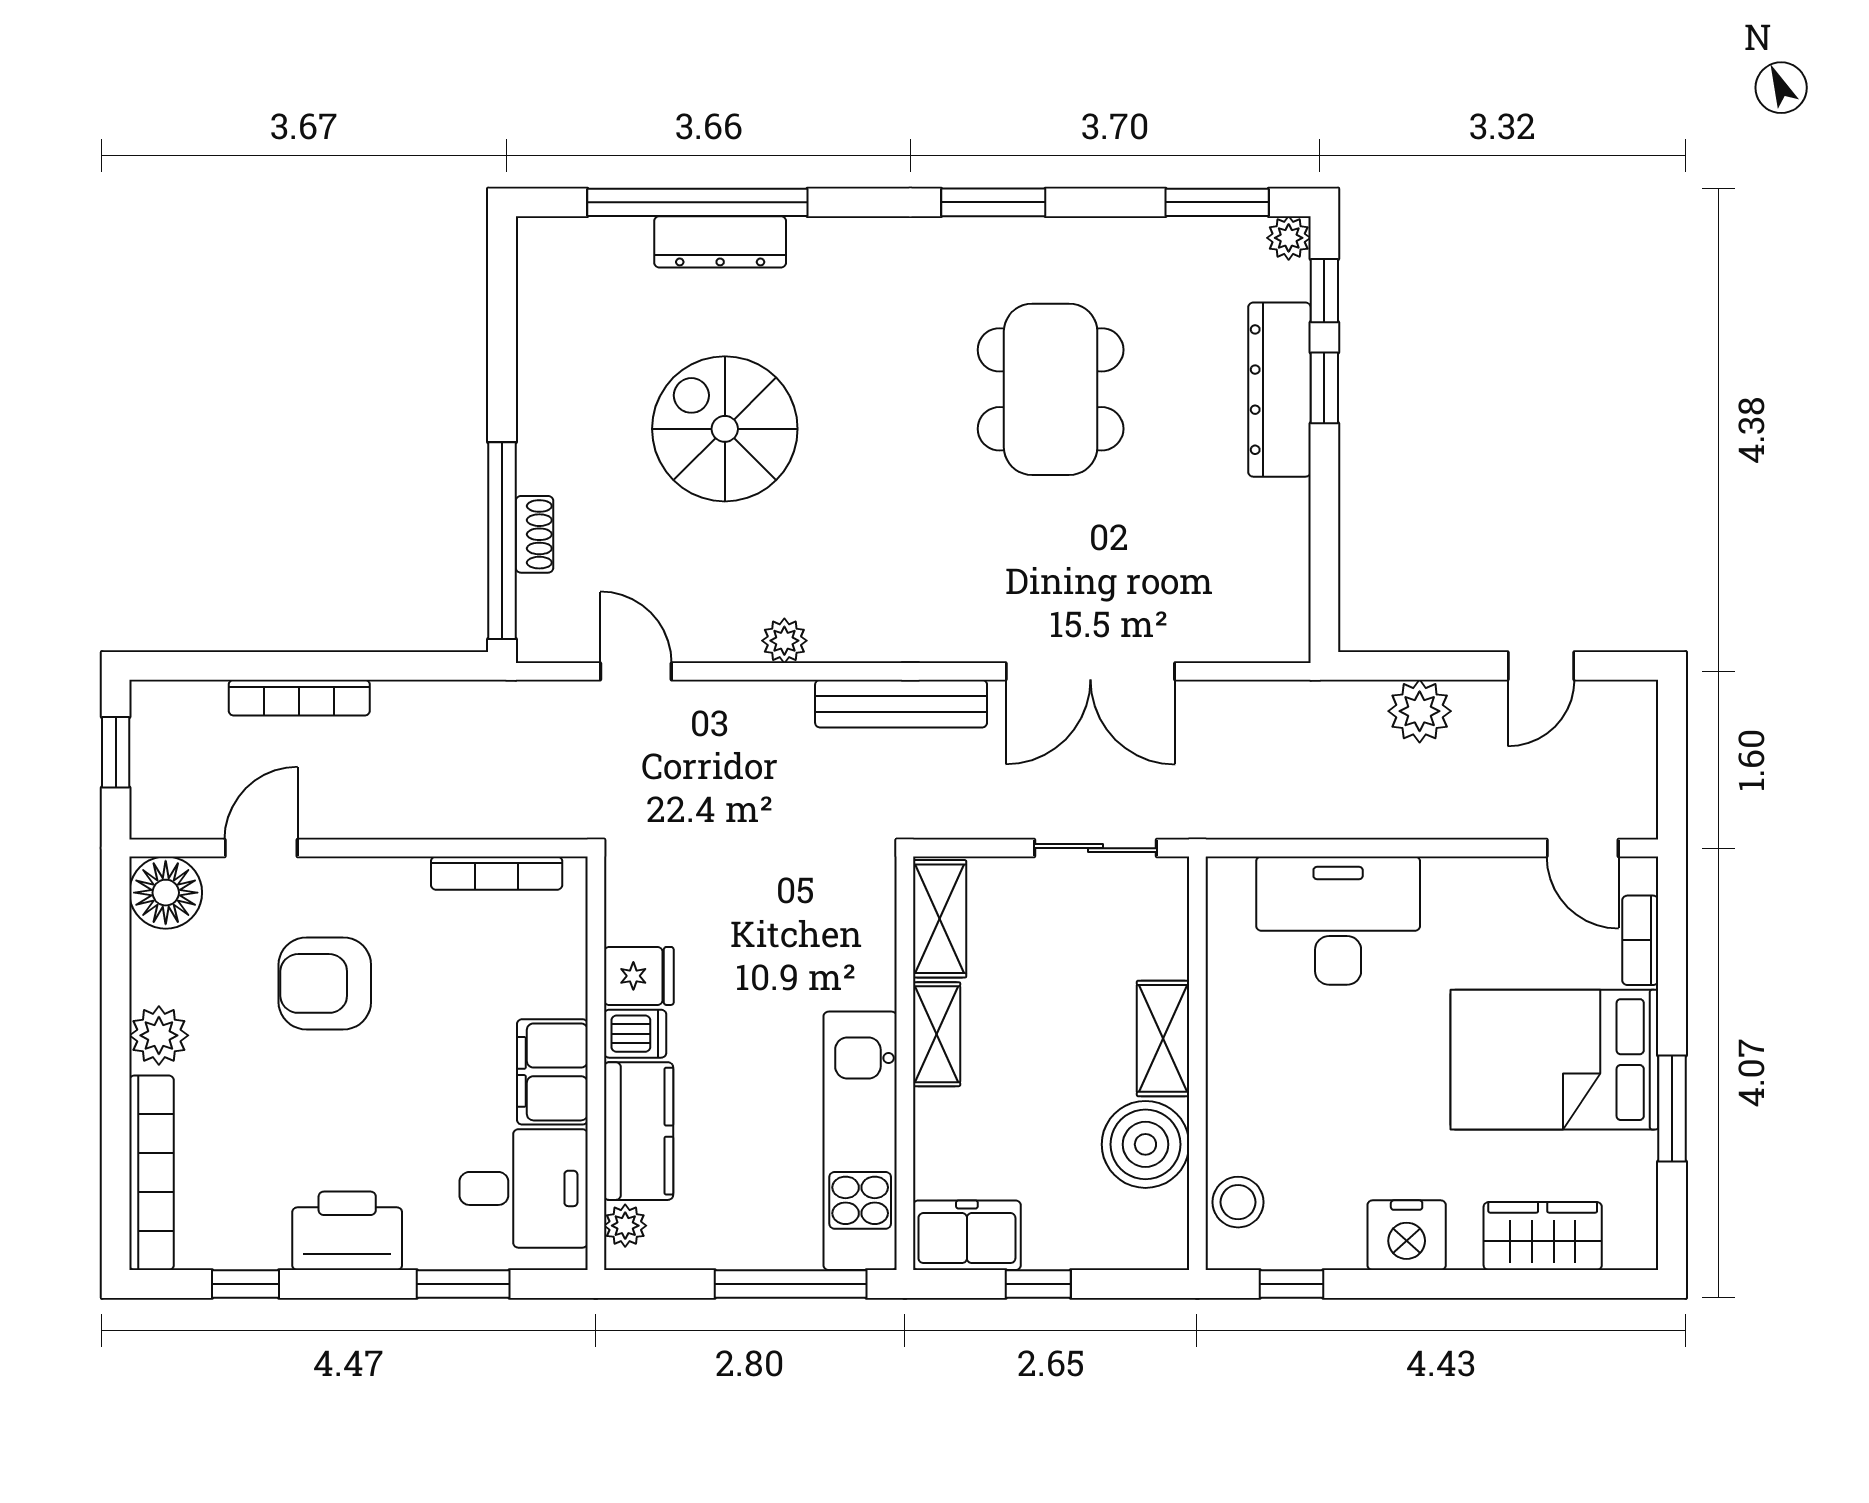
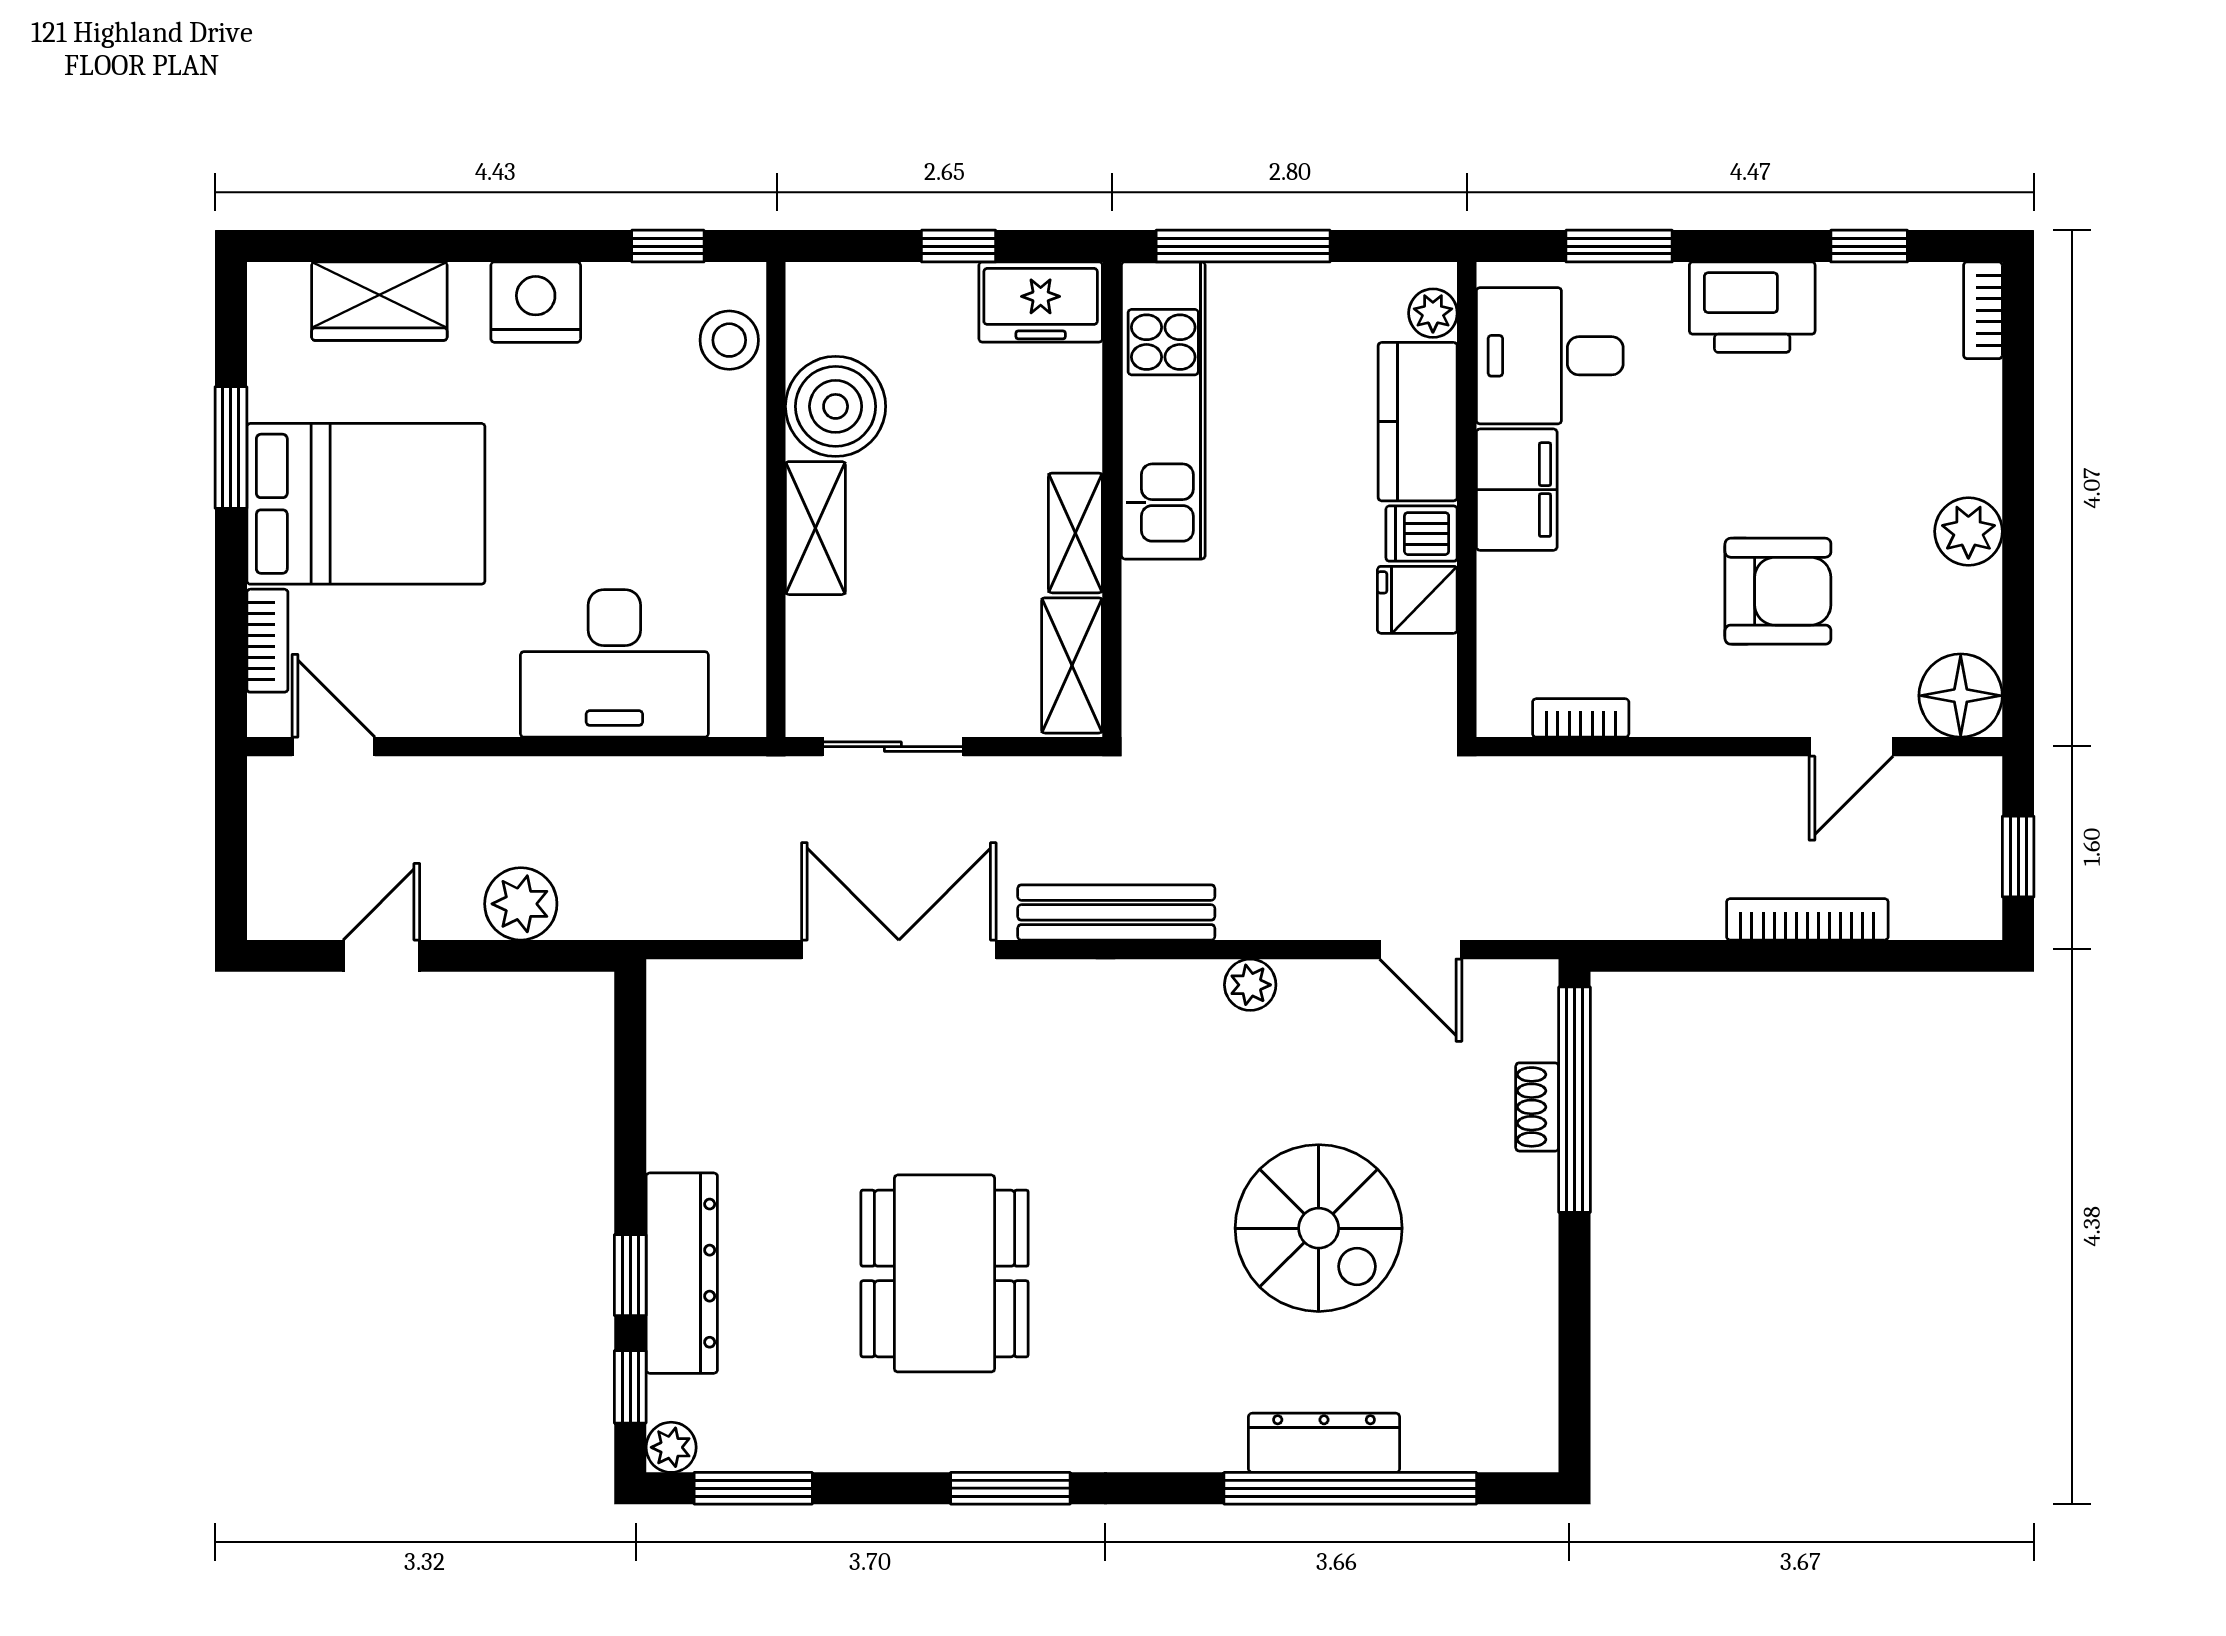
bookcase: (497, 873) -> (1581, 718), width x0.64
bookcase: (152, 1173) -> (1983, 310), width x0.43, depth x0.76

